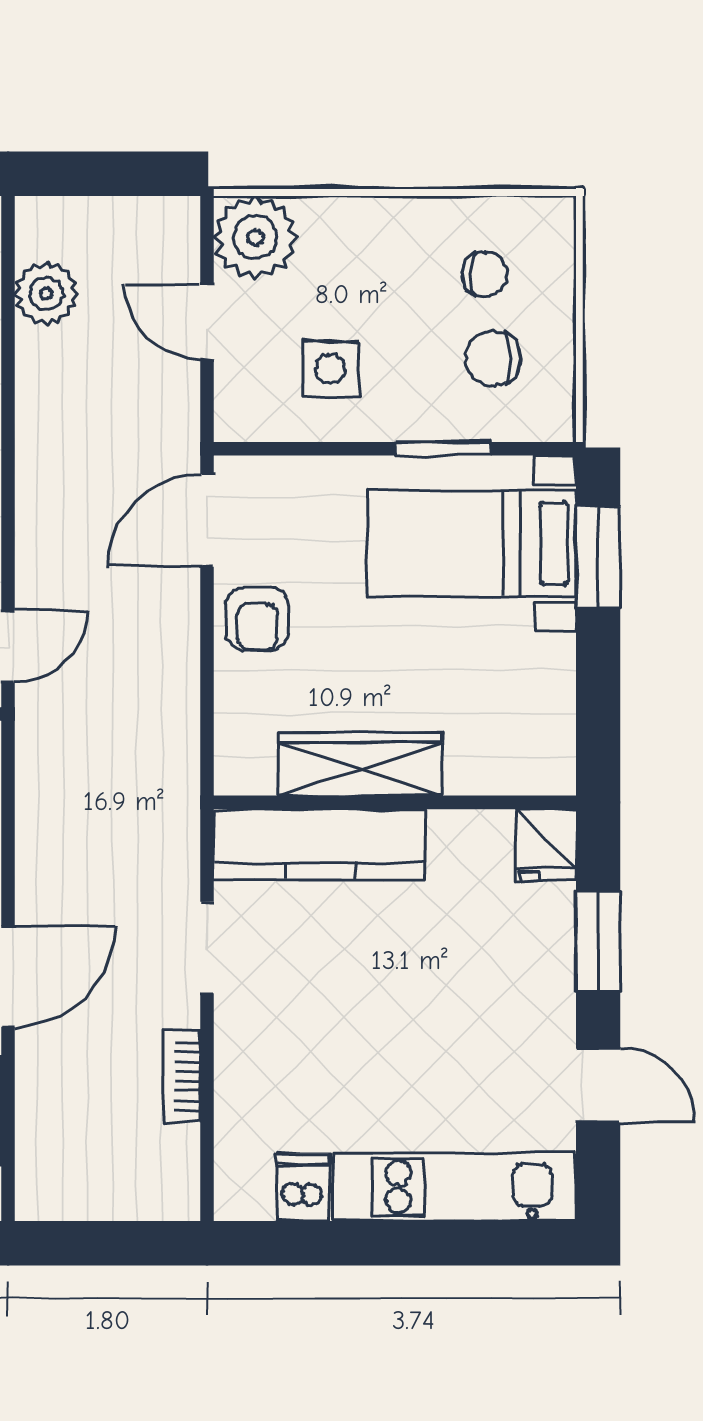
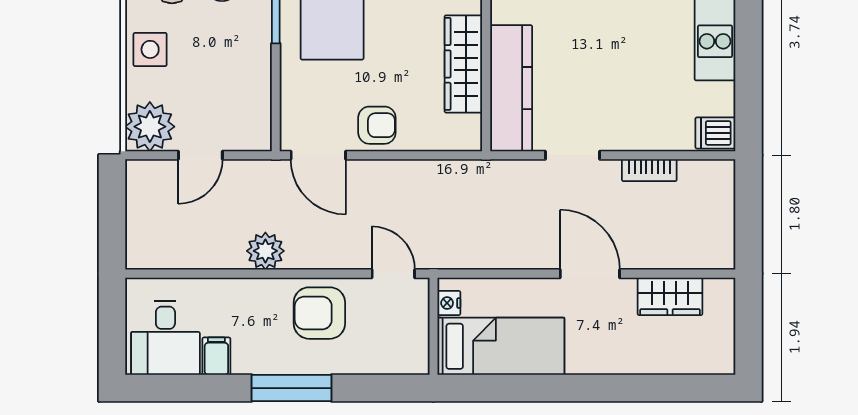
plant: (46, 294) -> (265, 251), moved
side table: (330, 369) -> (150, 49), moved
dishwasher: (302, 1187) -> (715, 133), moved

